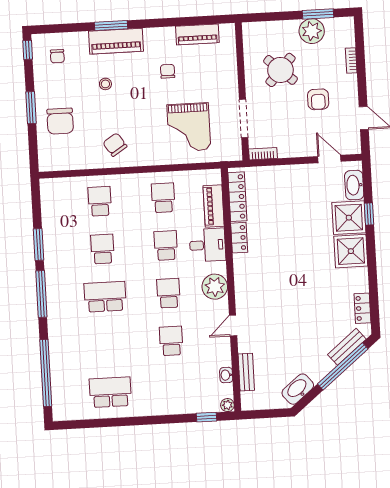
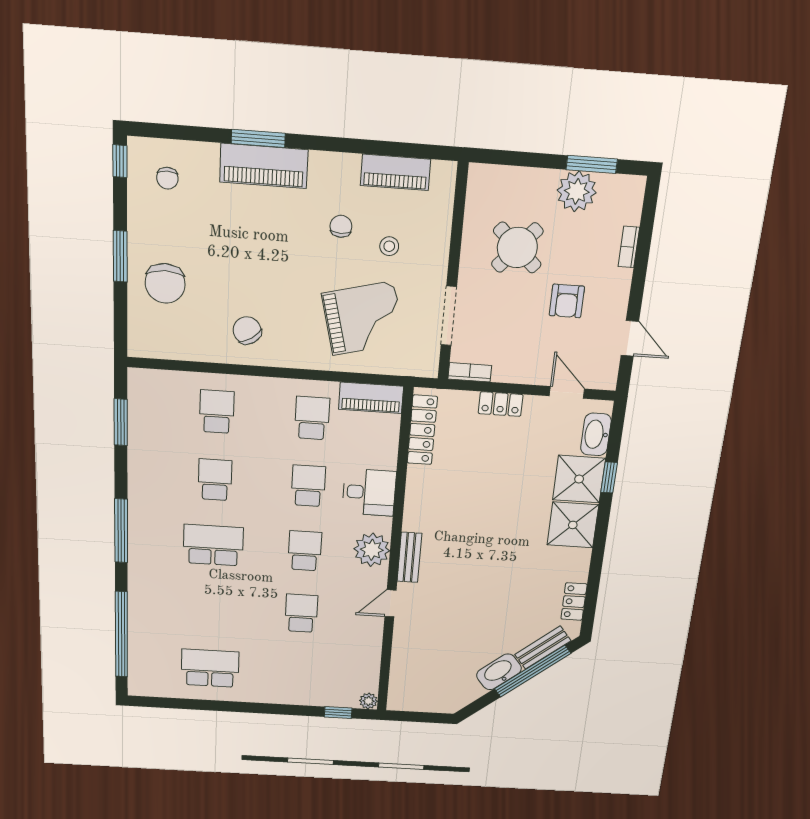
stool: (105, 84) -> (389, 246), moved
grand piano: (189, 127) -> (363, 318), turned -104
piano: (214, 206) -> (371, 398), moved, turned -90
locker: (239, 238) -> (501, 404), moved, turned 90
window: (39, 245) -> (121, 422), moved
bench: (246, 372) -> (409, 557), moved
washbasin: (226, 375) -> (372, 664), removed
washbasin: (298, 389) -> (499, 672), moved

